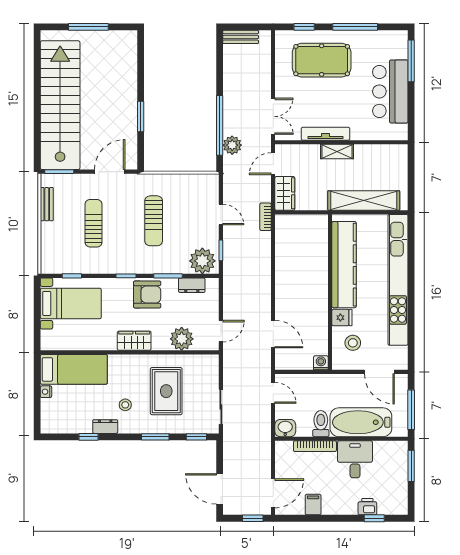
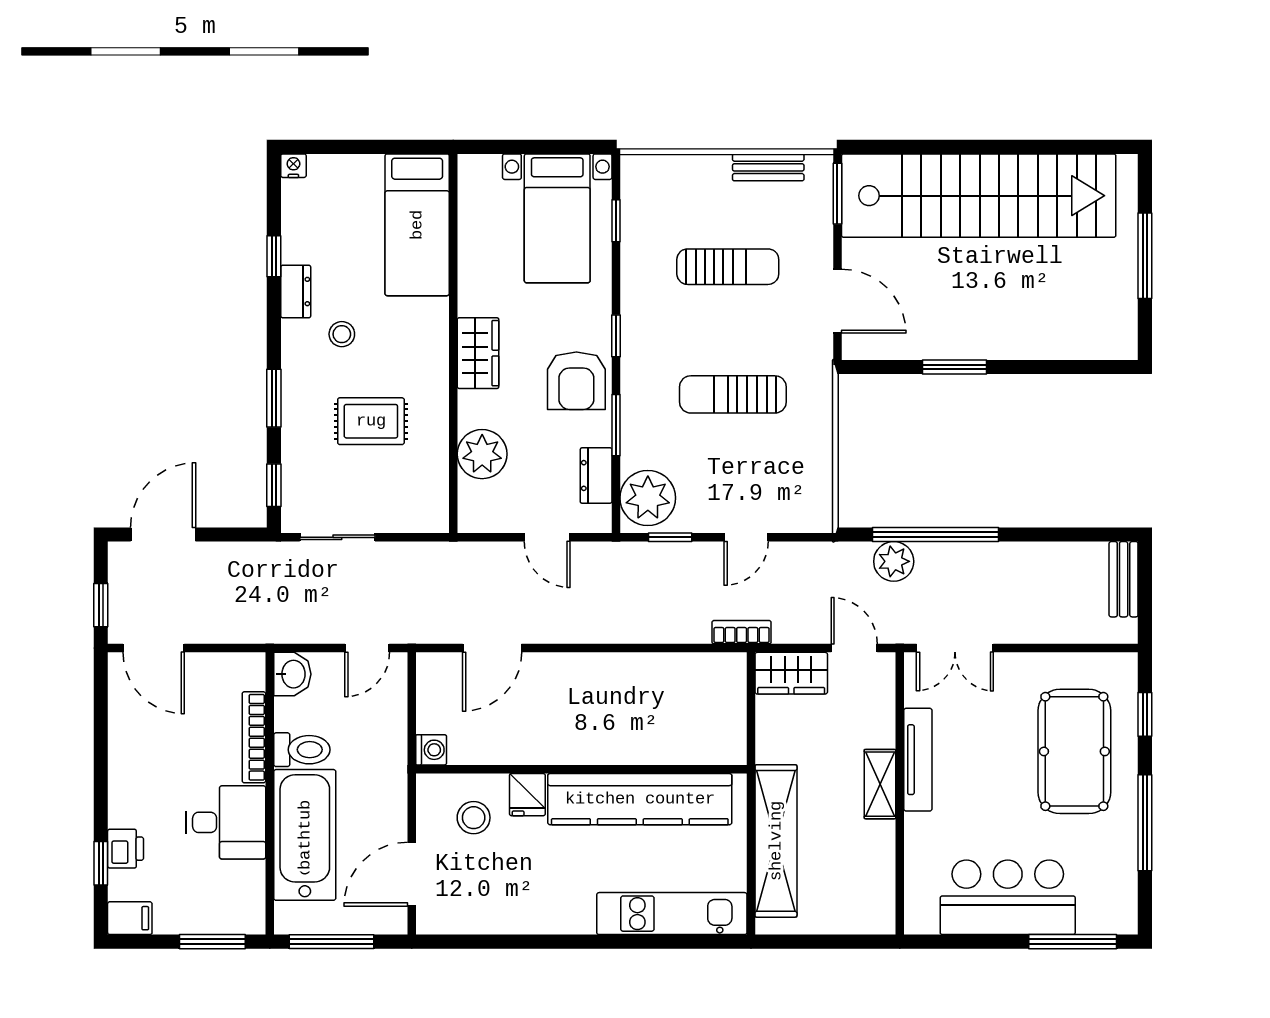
kitchen unit: (398, 280) -> (672, 914), width x0.54
door: (221, 331) -> (547, 537), moved
rug: (166, 391) -> (371, 421), width x0.73, depth x0.70
nightstand: (46, 392) -> (293, 166), moved
filing cabinet: (313, 505) -> (130, 918), moved

